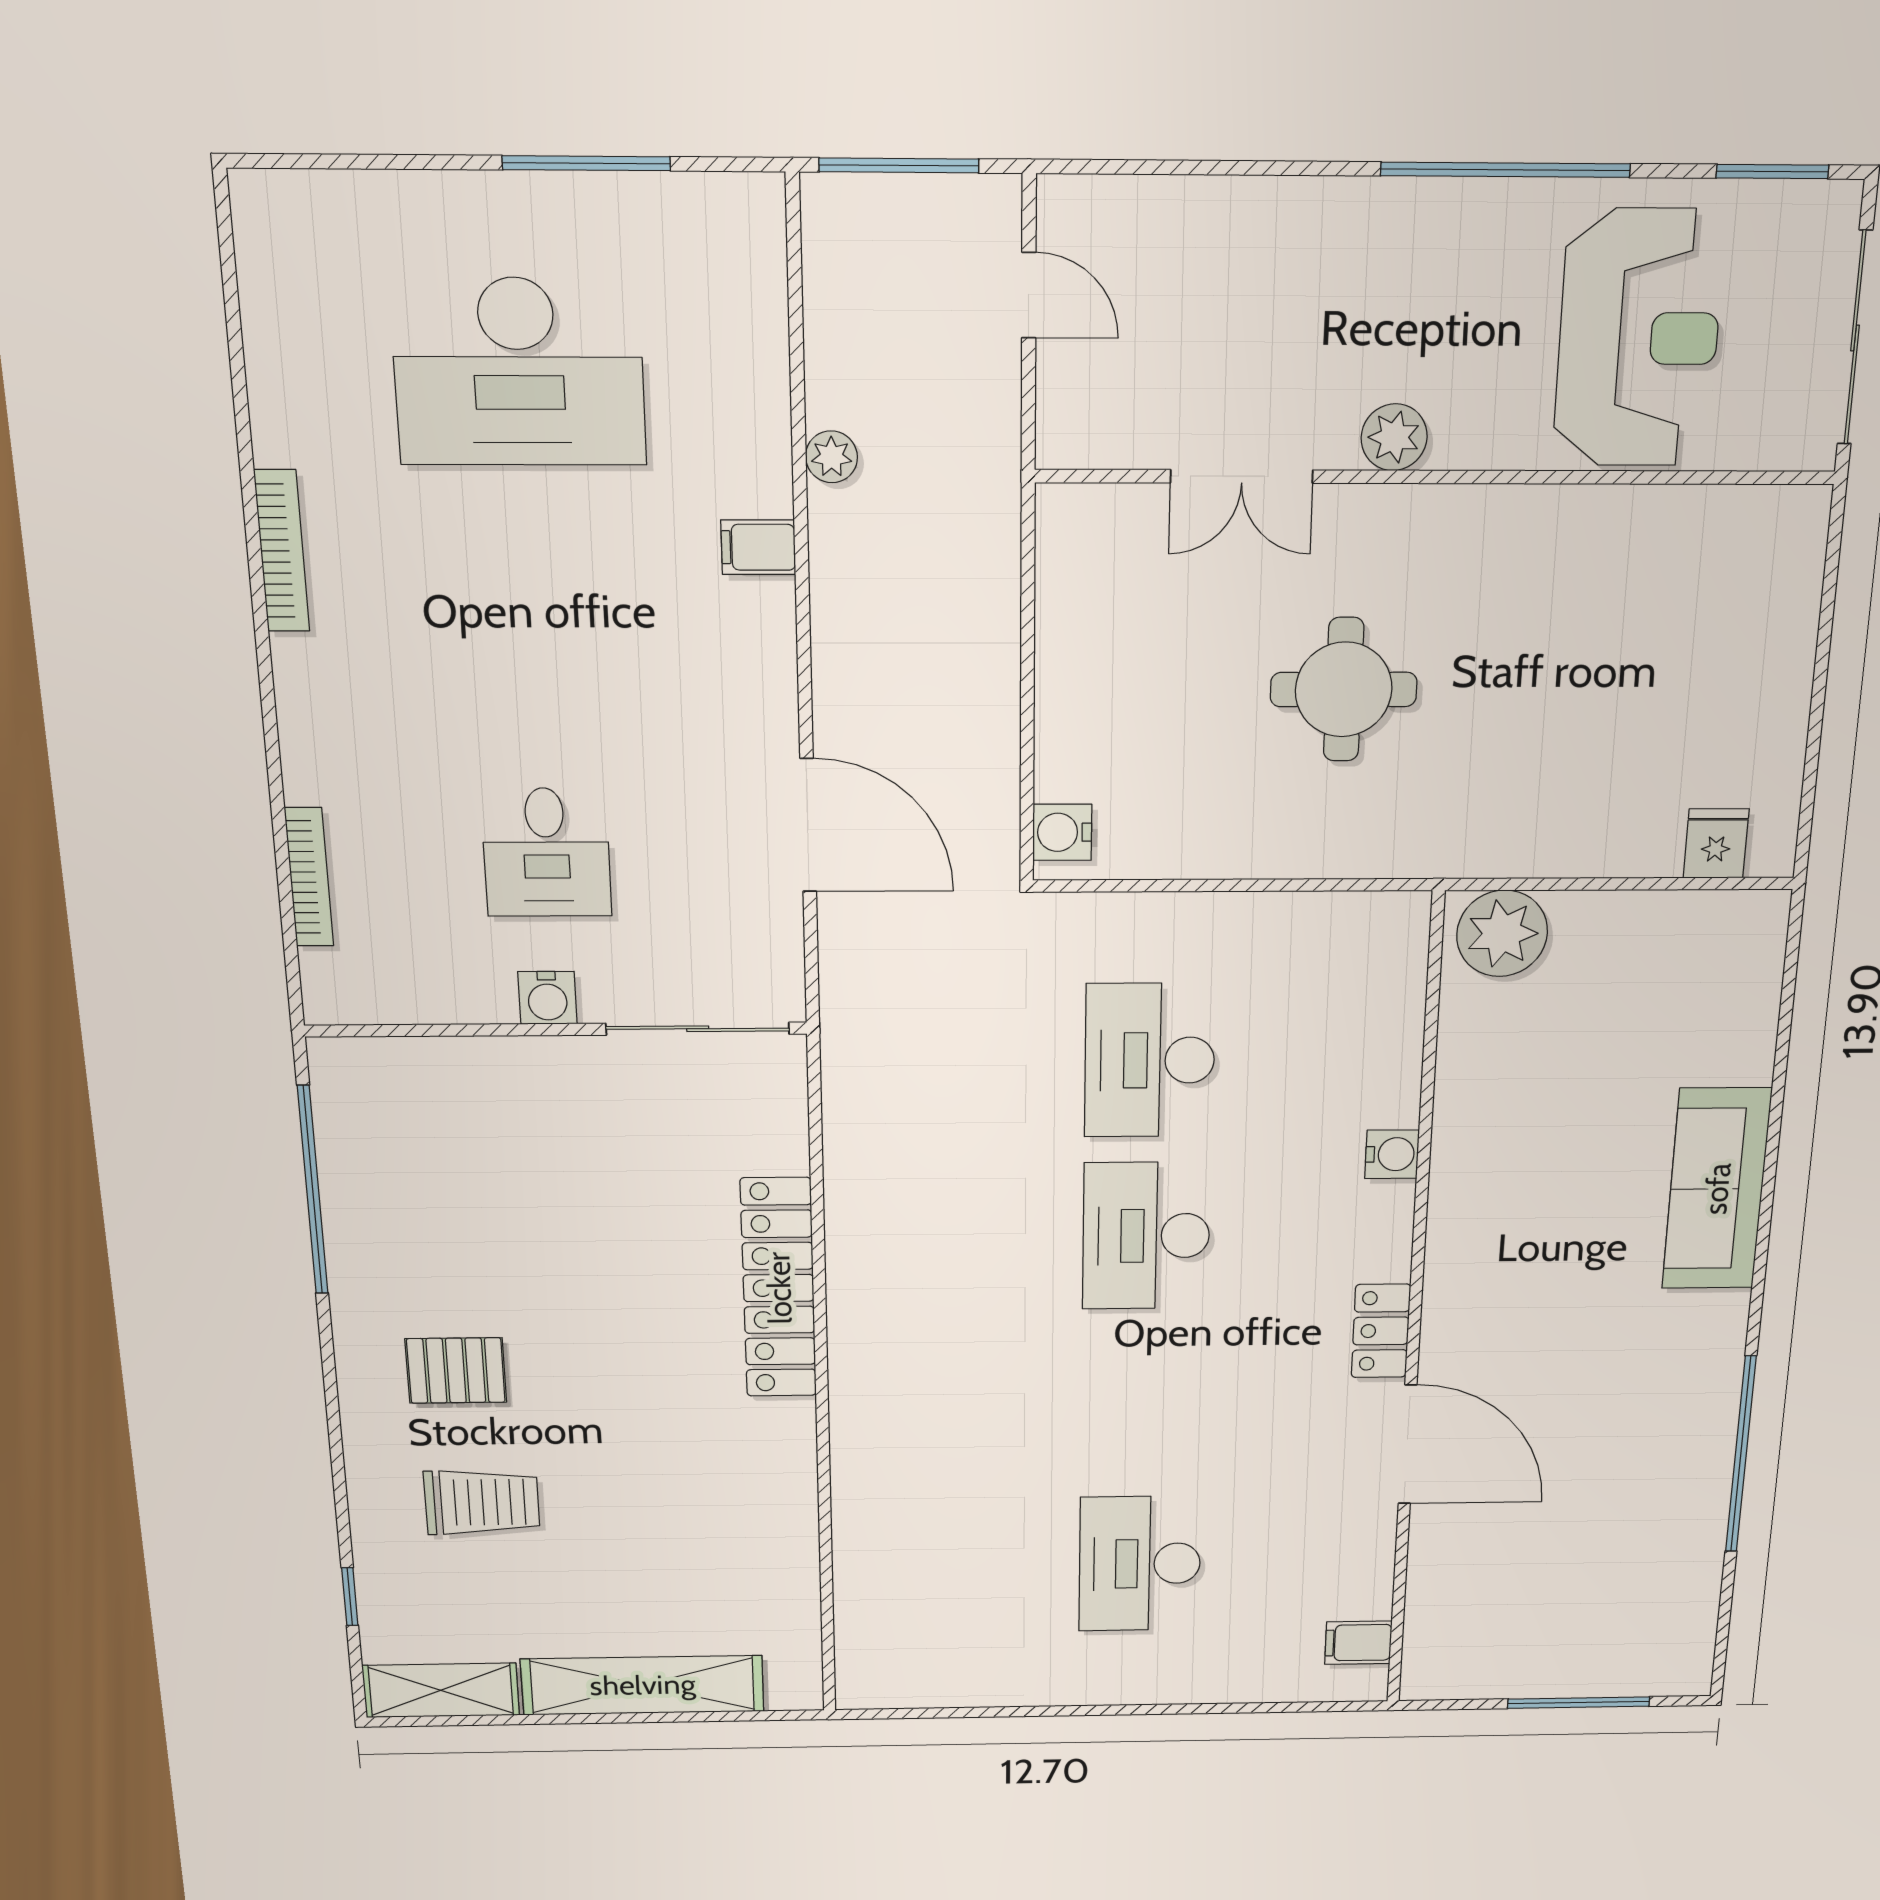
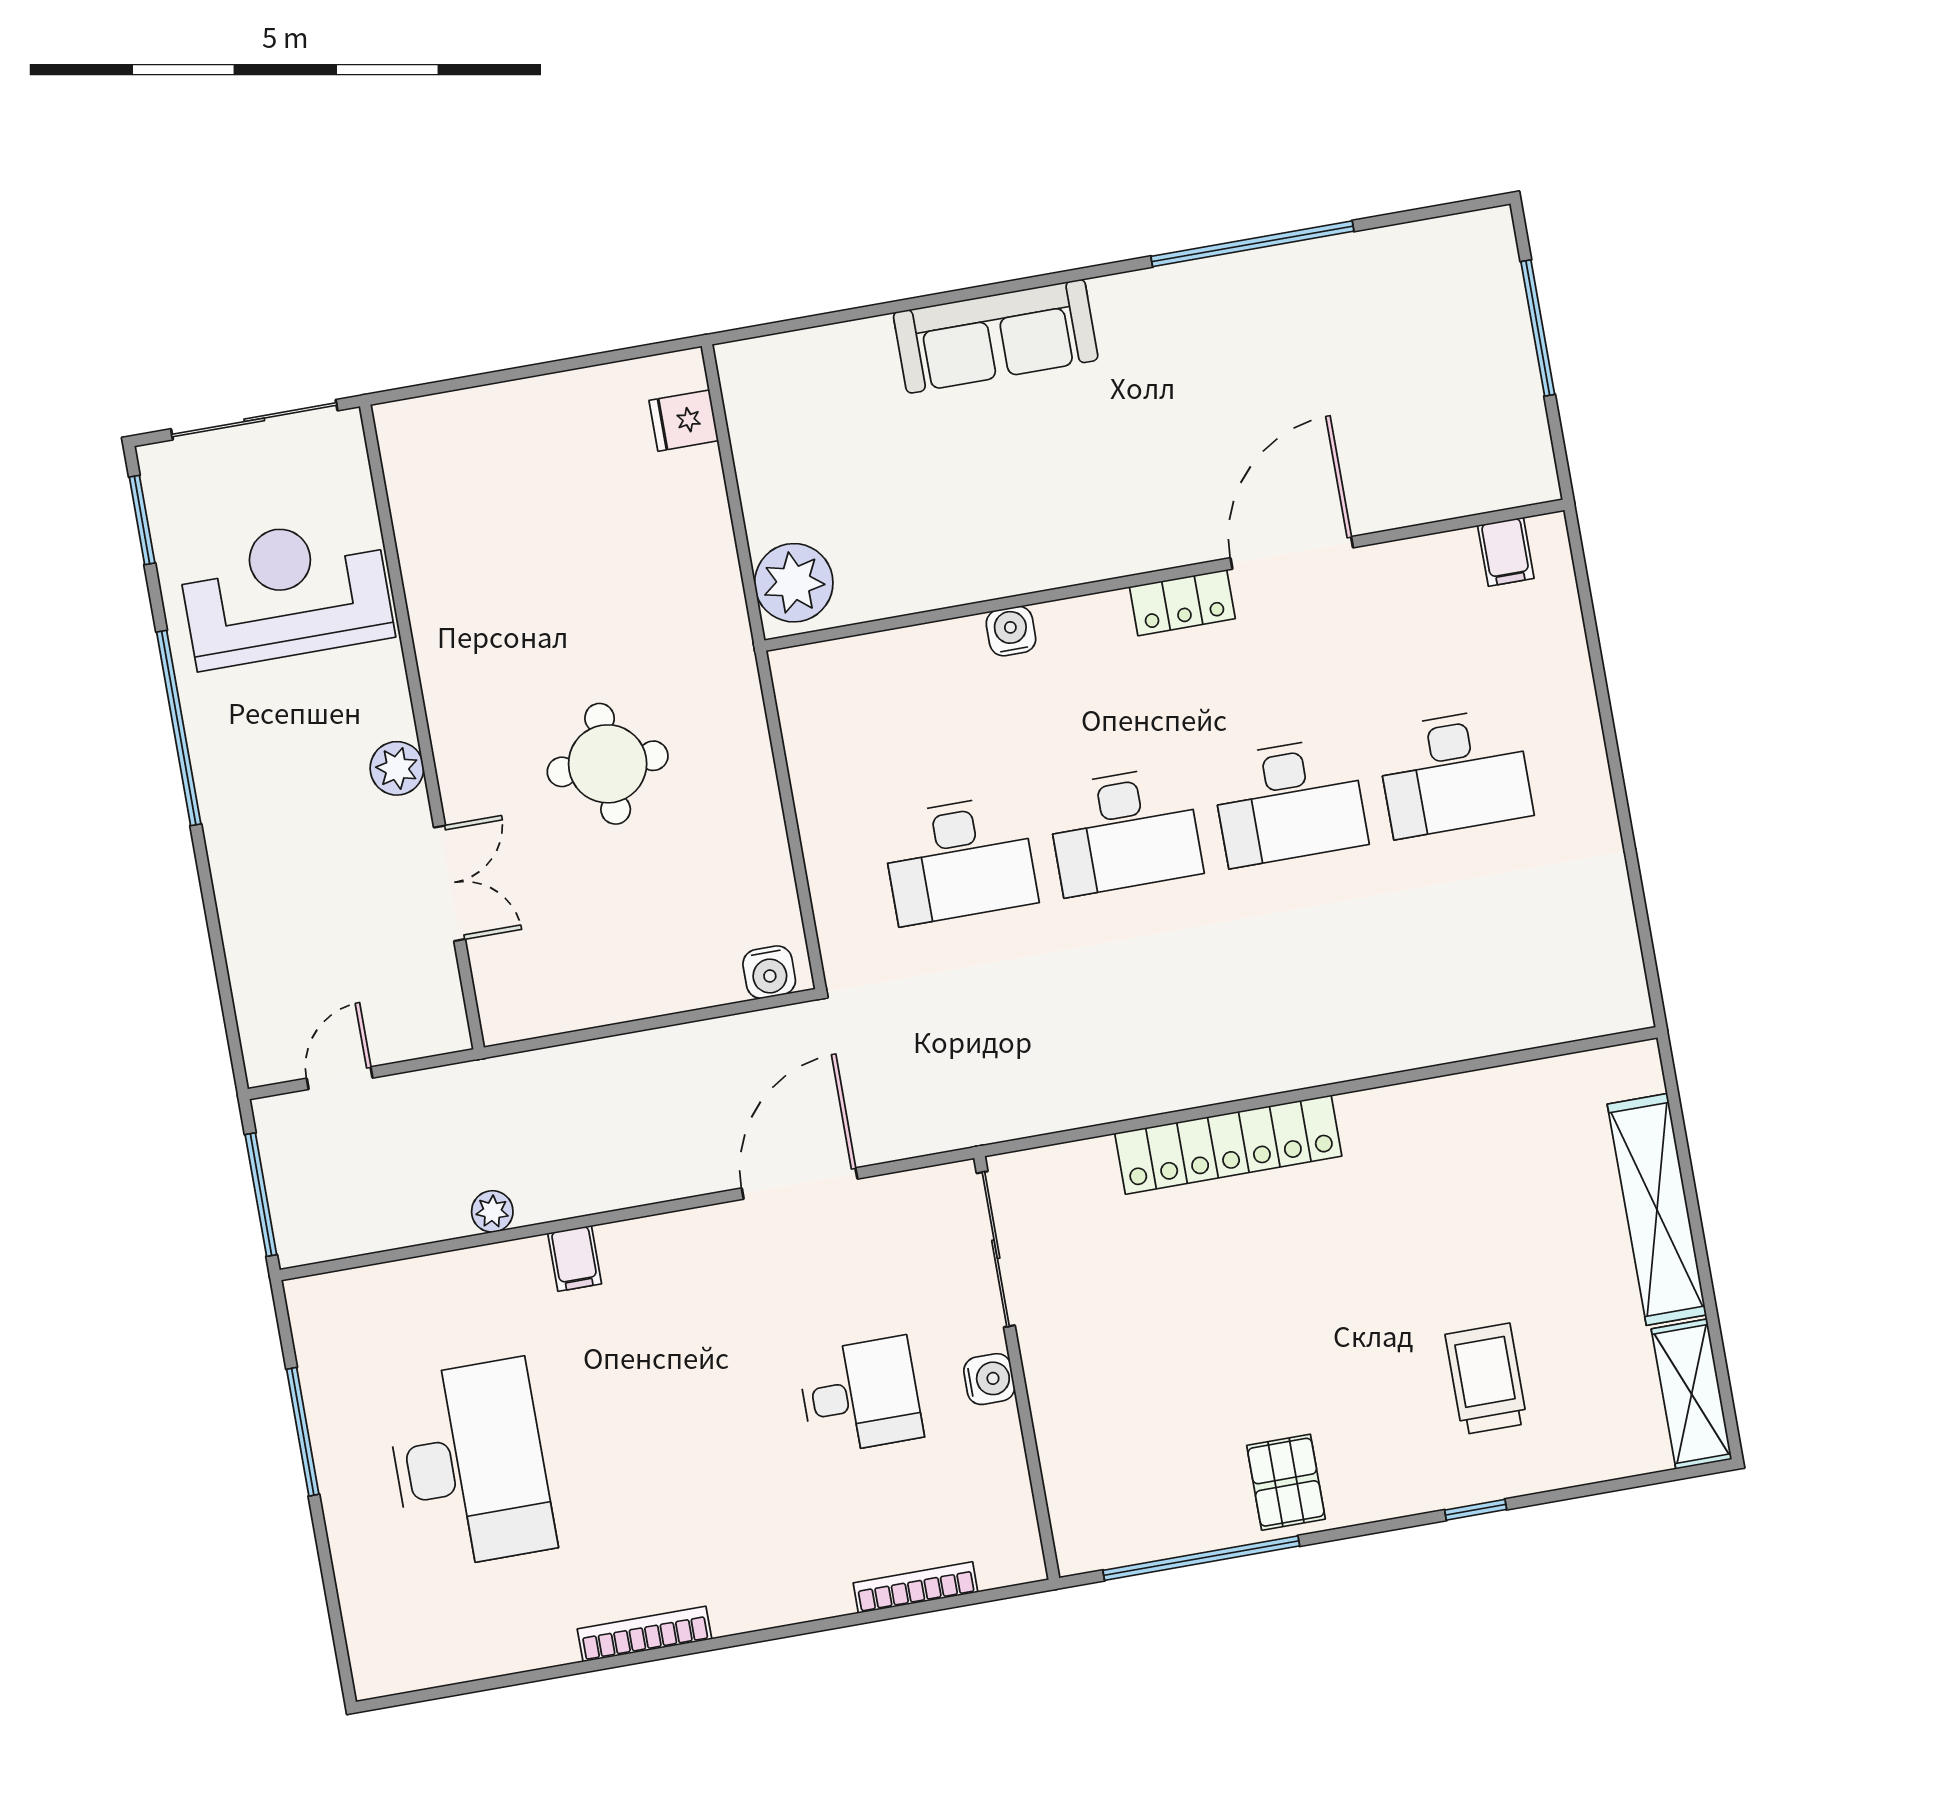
pallet: (456, 1371) -> (1286, 1482), moved
desk: (1143, 1403) -> (1289, 802), added
window: (350, 1597) -> (1476, 1510), moved

